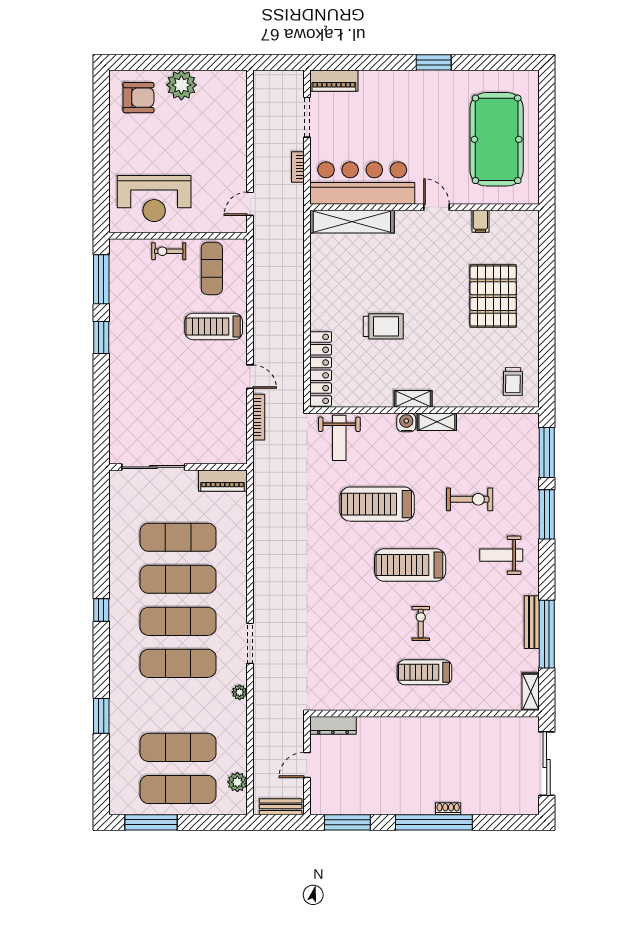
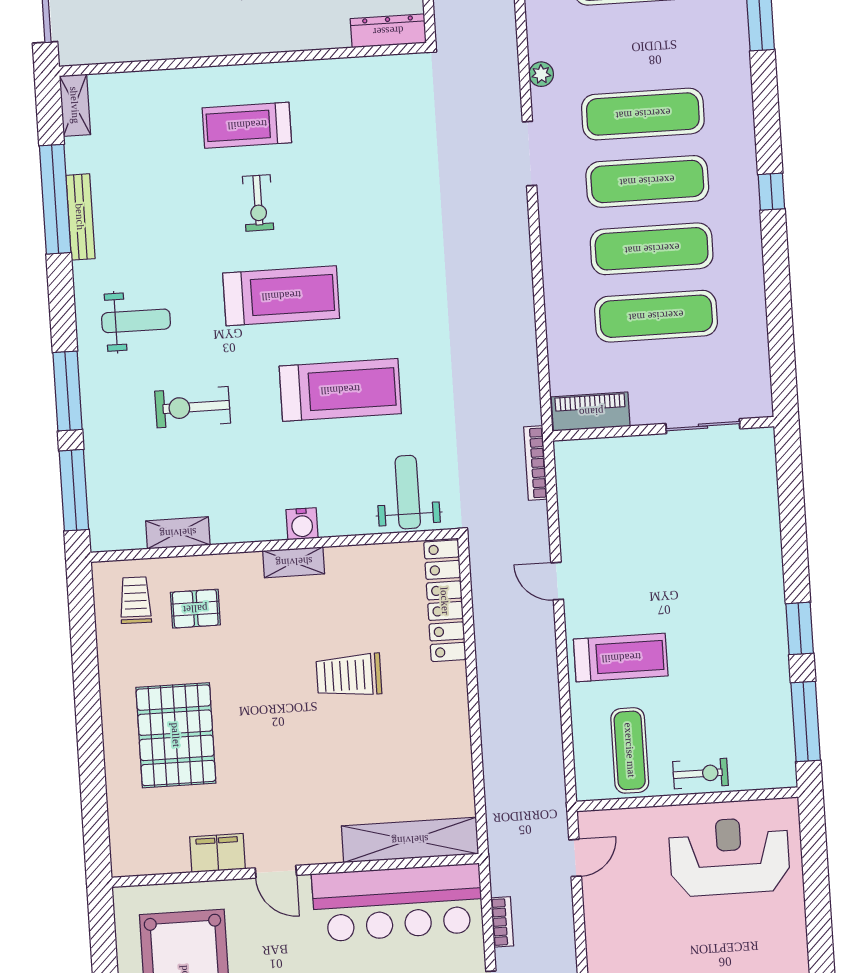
filing cabinet: (480, 221) -> (217, 853), width x2.00
pallet: (476, 374) -> (195, 609), added
bookcase: (259, 417) -> (536, 463), moved
shelving: (437, 422) -> (178, 533), moved
sliding door: (153, 467) -> (703, 426), width x0.73
treadmill: (425, 672) -> (247, 125), turned 180

